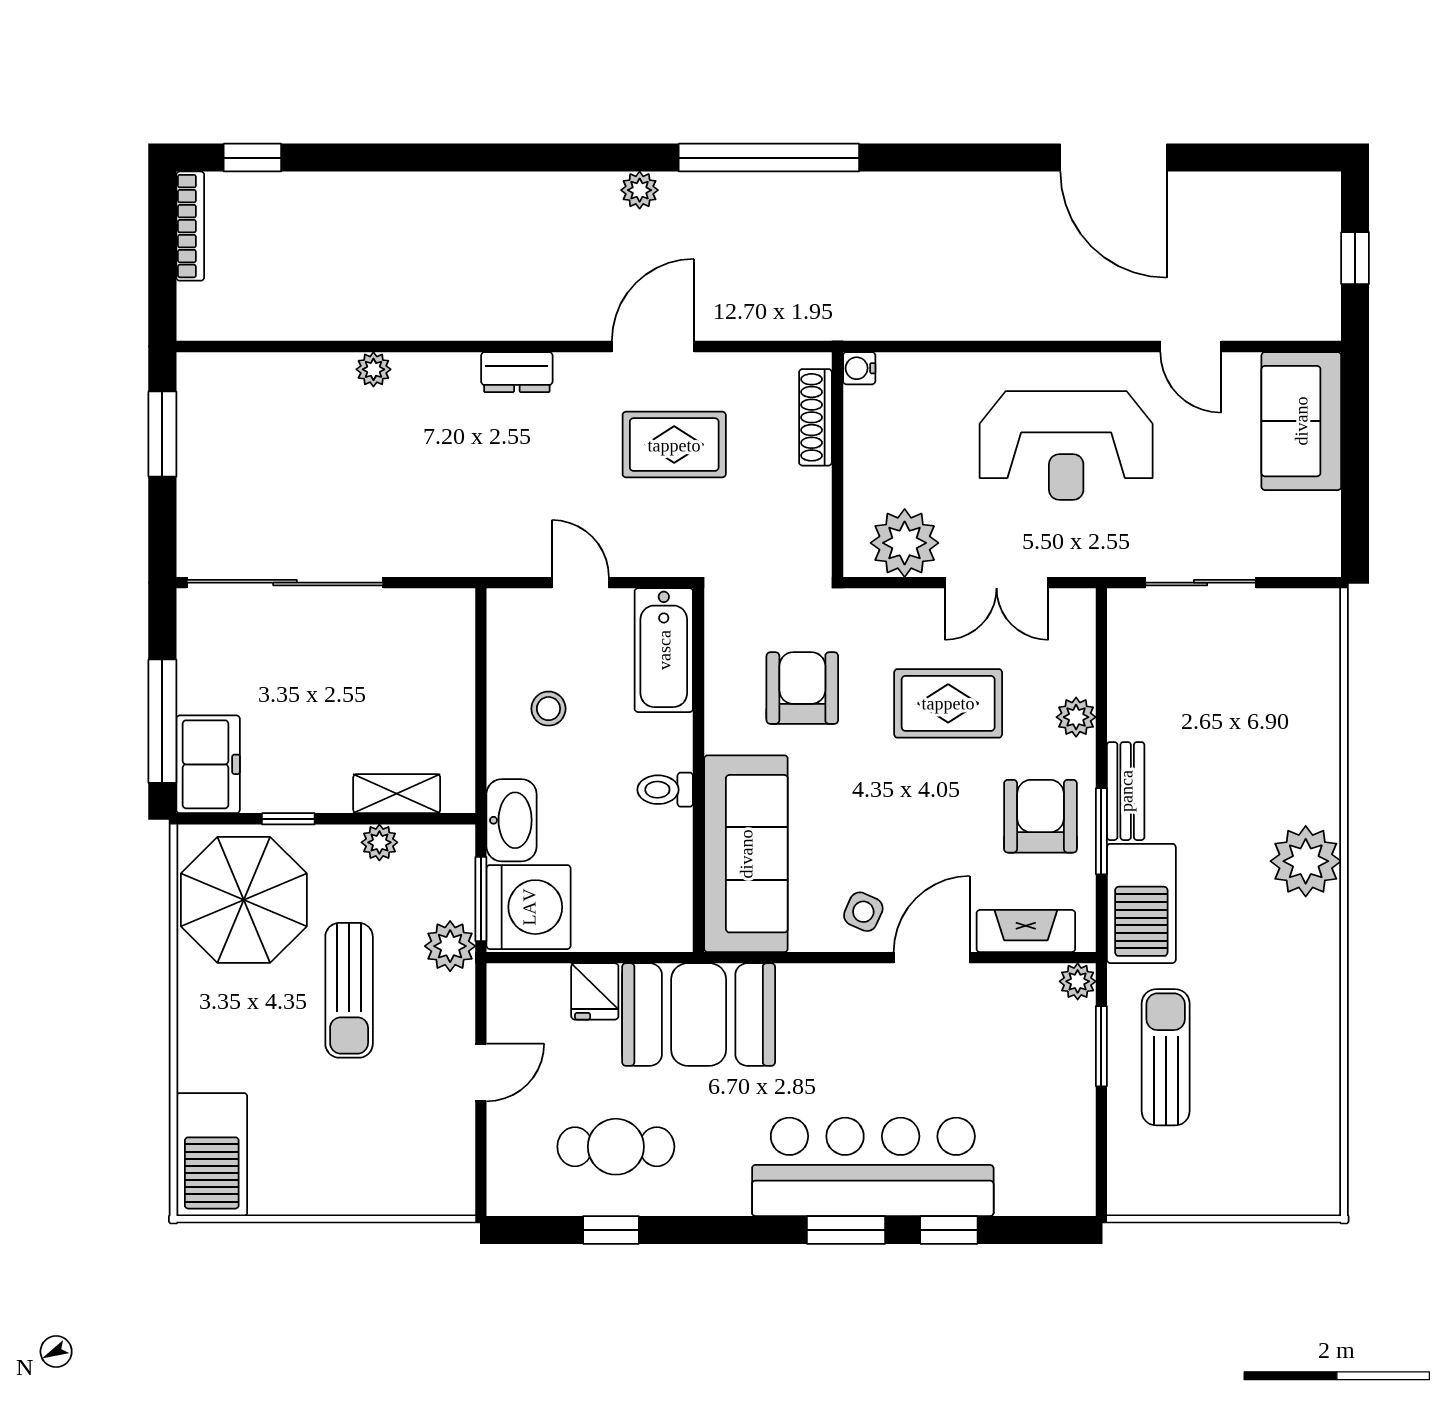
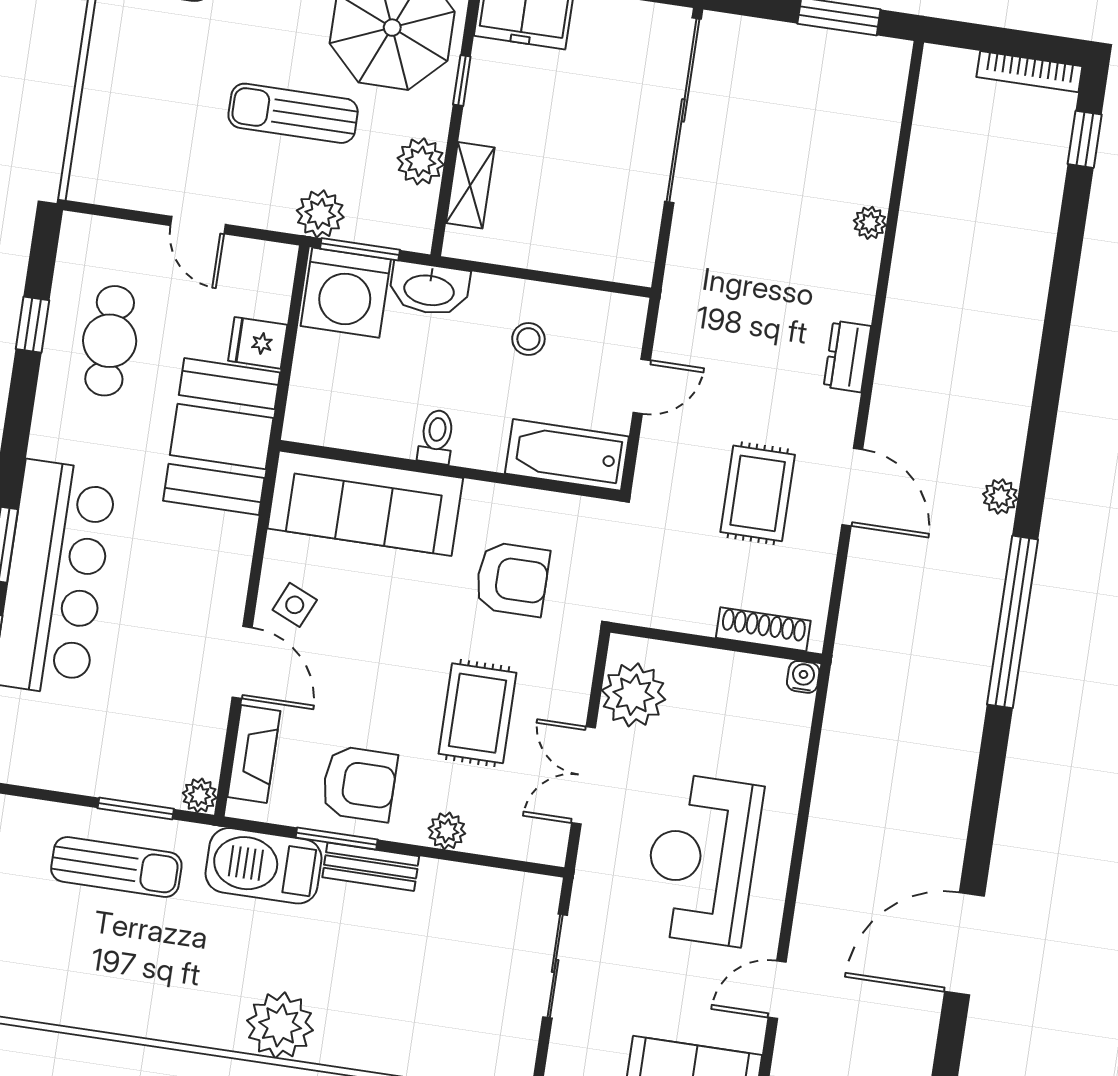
plant: (379, 842) -> (421, 161), width x1.38, depth x1.38

